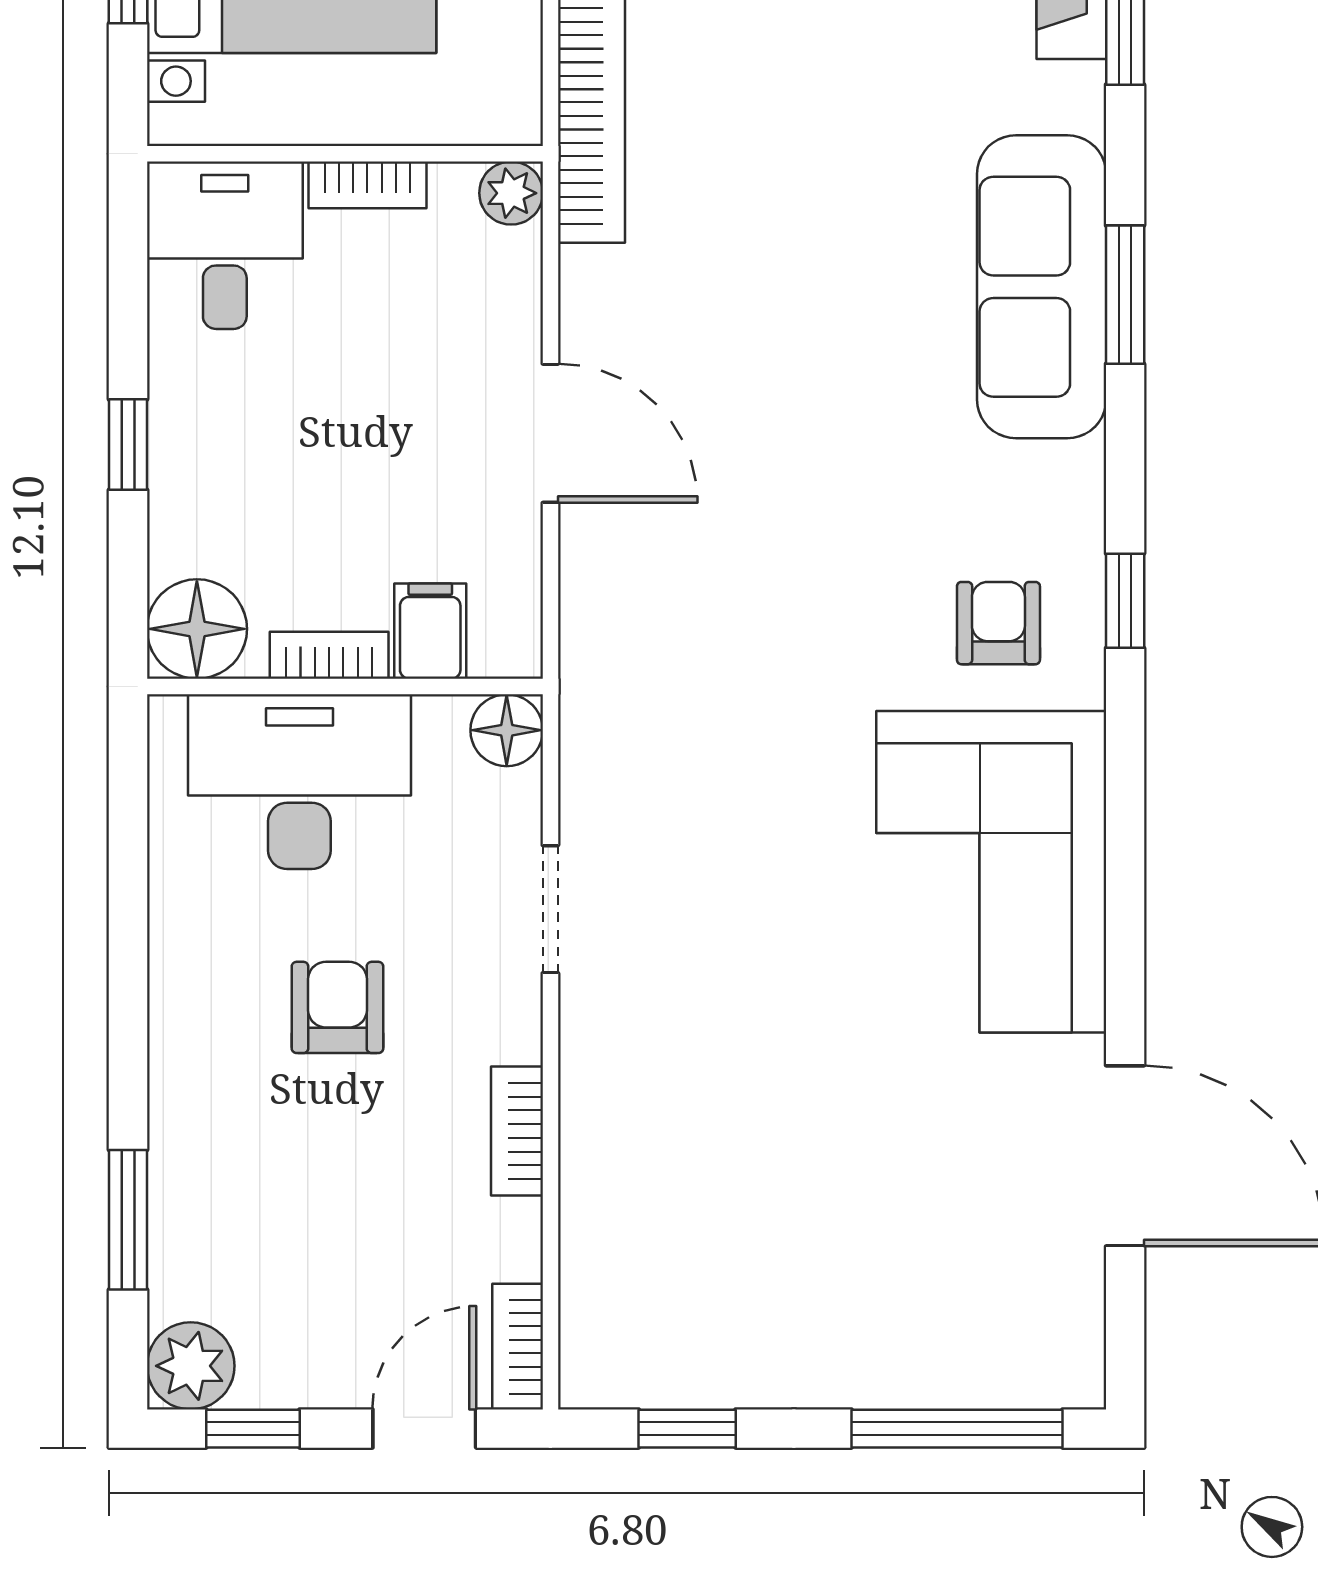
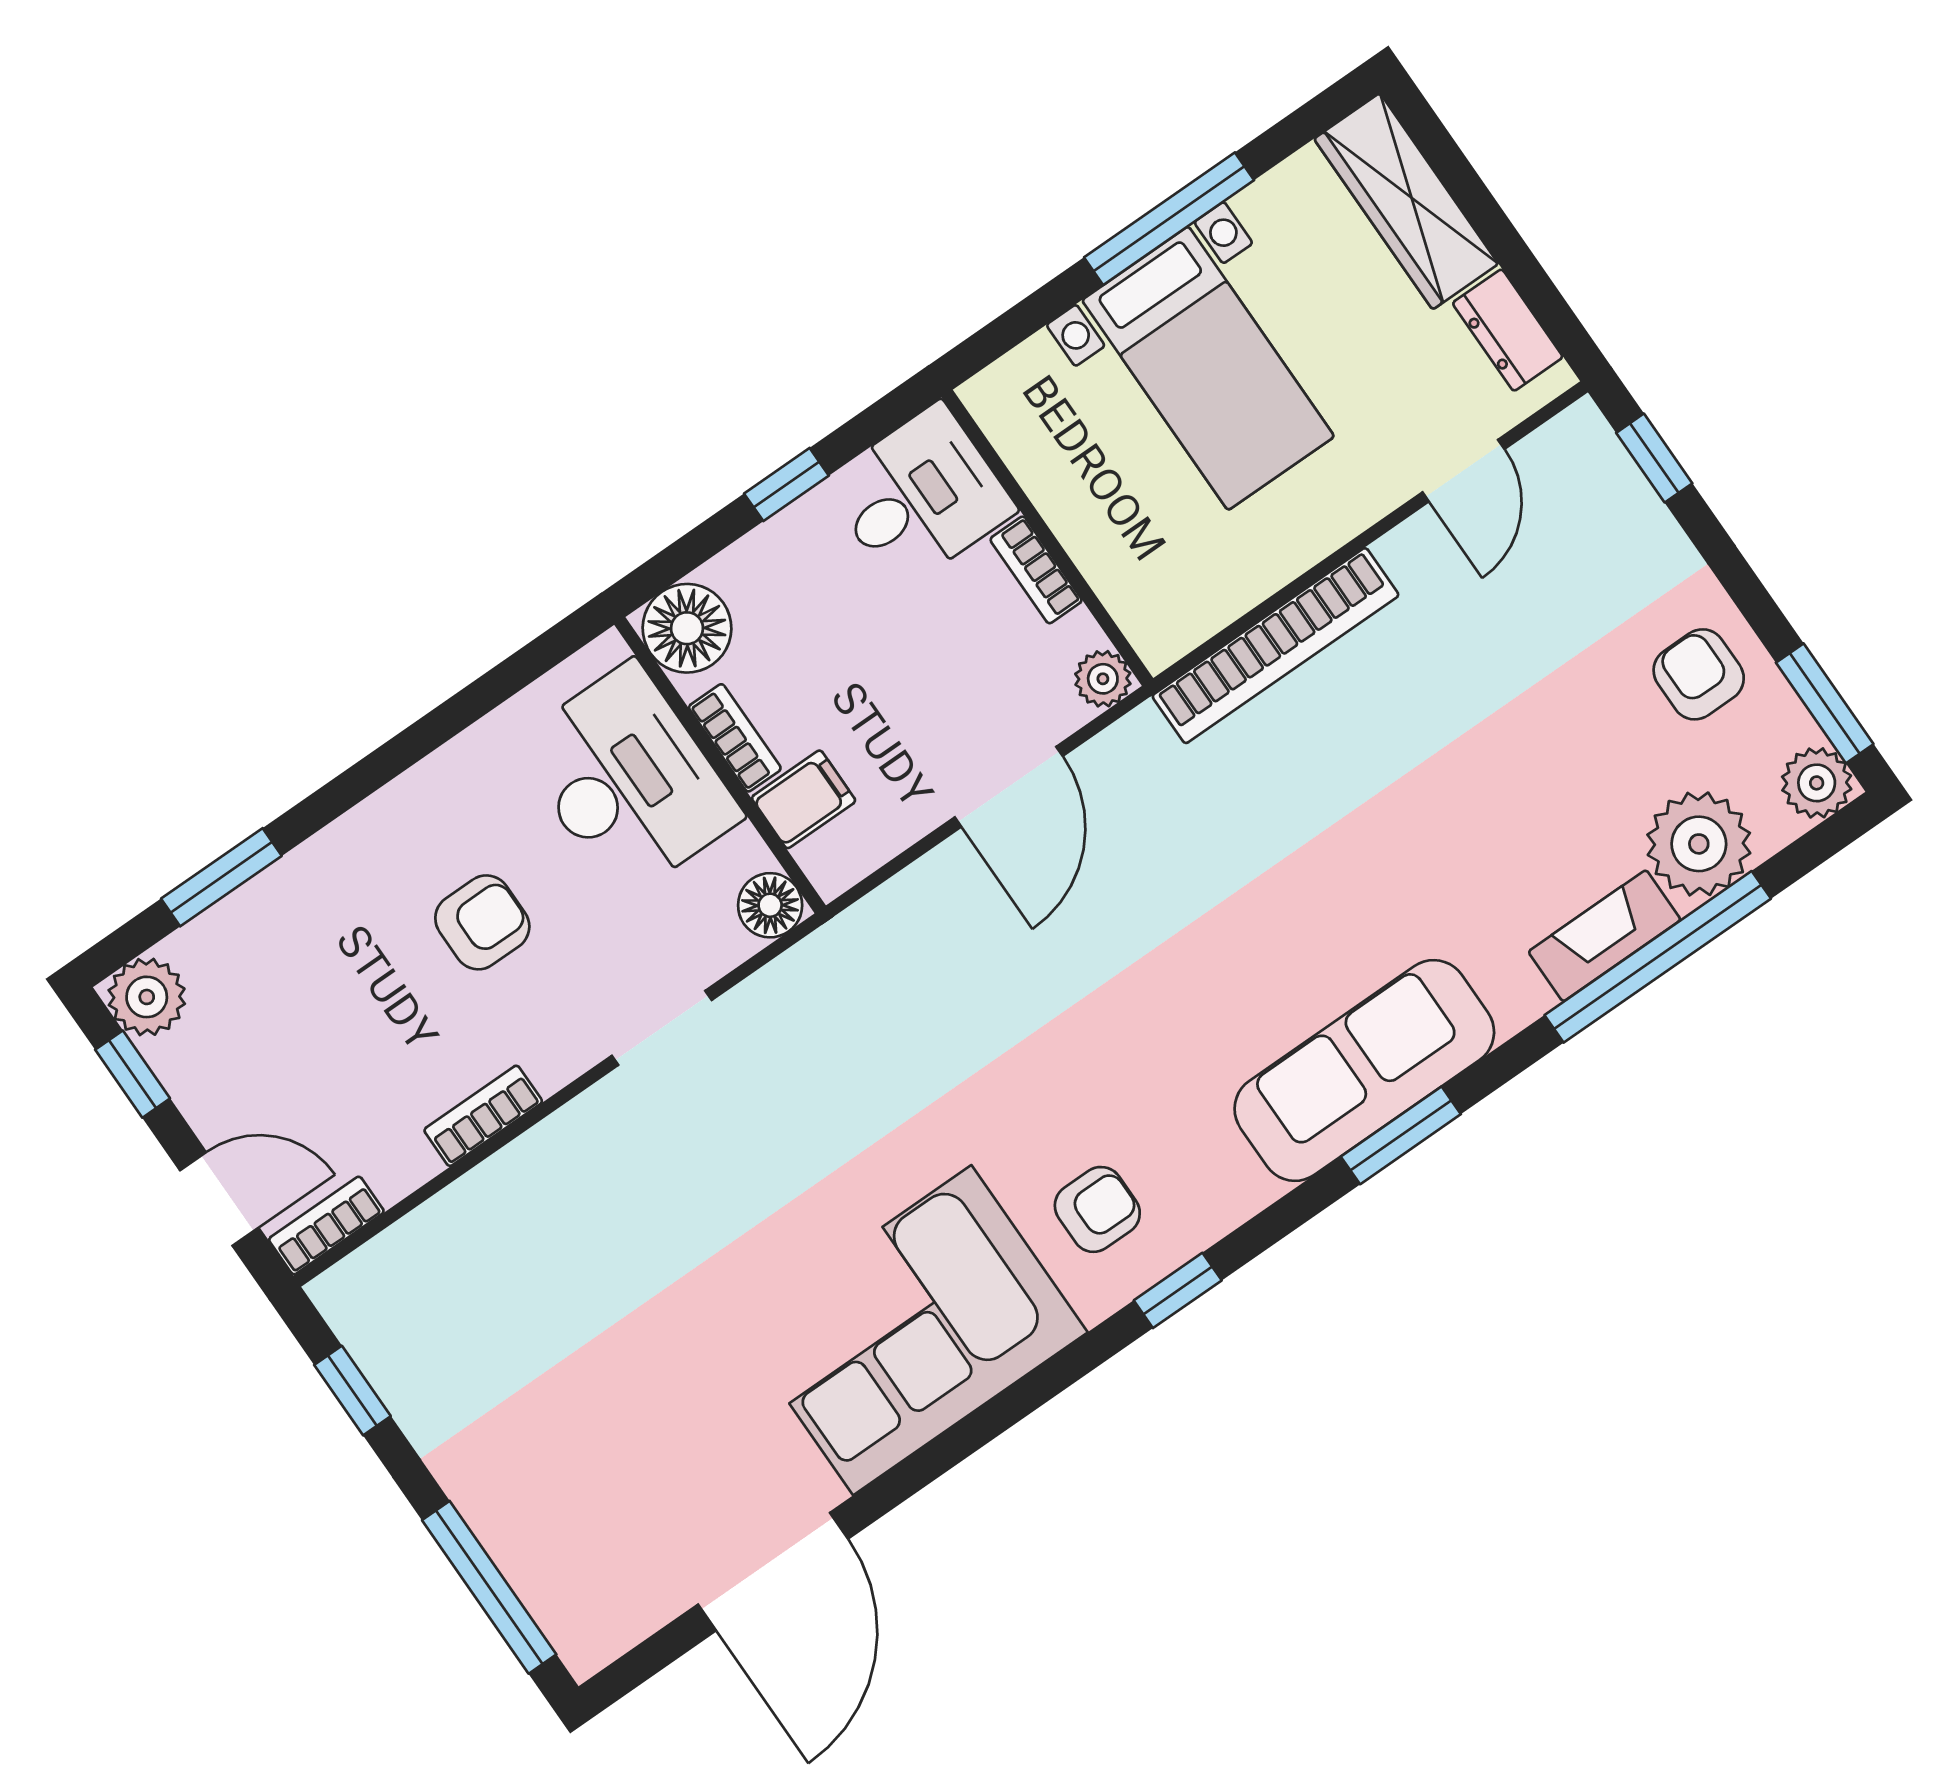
wall: (345, 154) -> (1047, 538), moved
bookcase: (367, 185) -> (1036, 570), moved
plant: (511, 193) -> (1103, 679), moved
desk: (225, 245) -> (920, 497), moved

